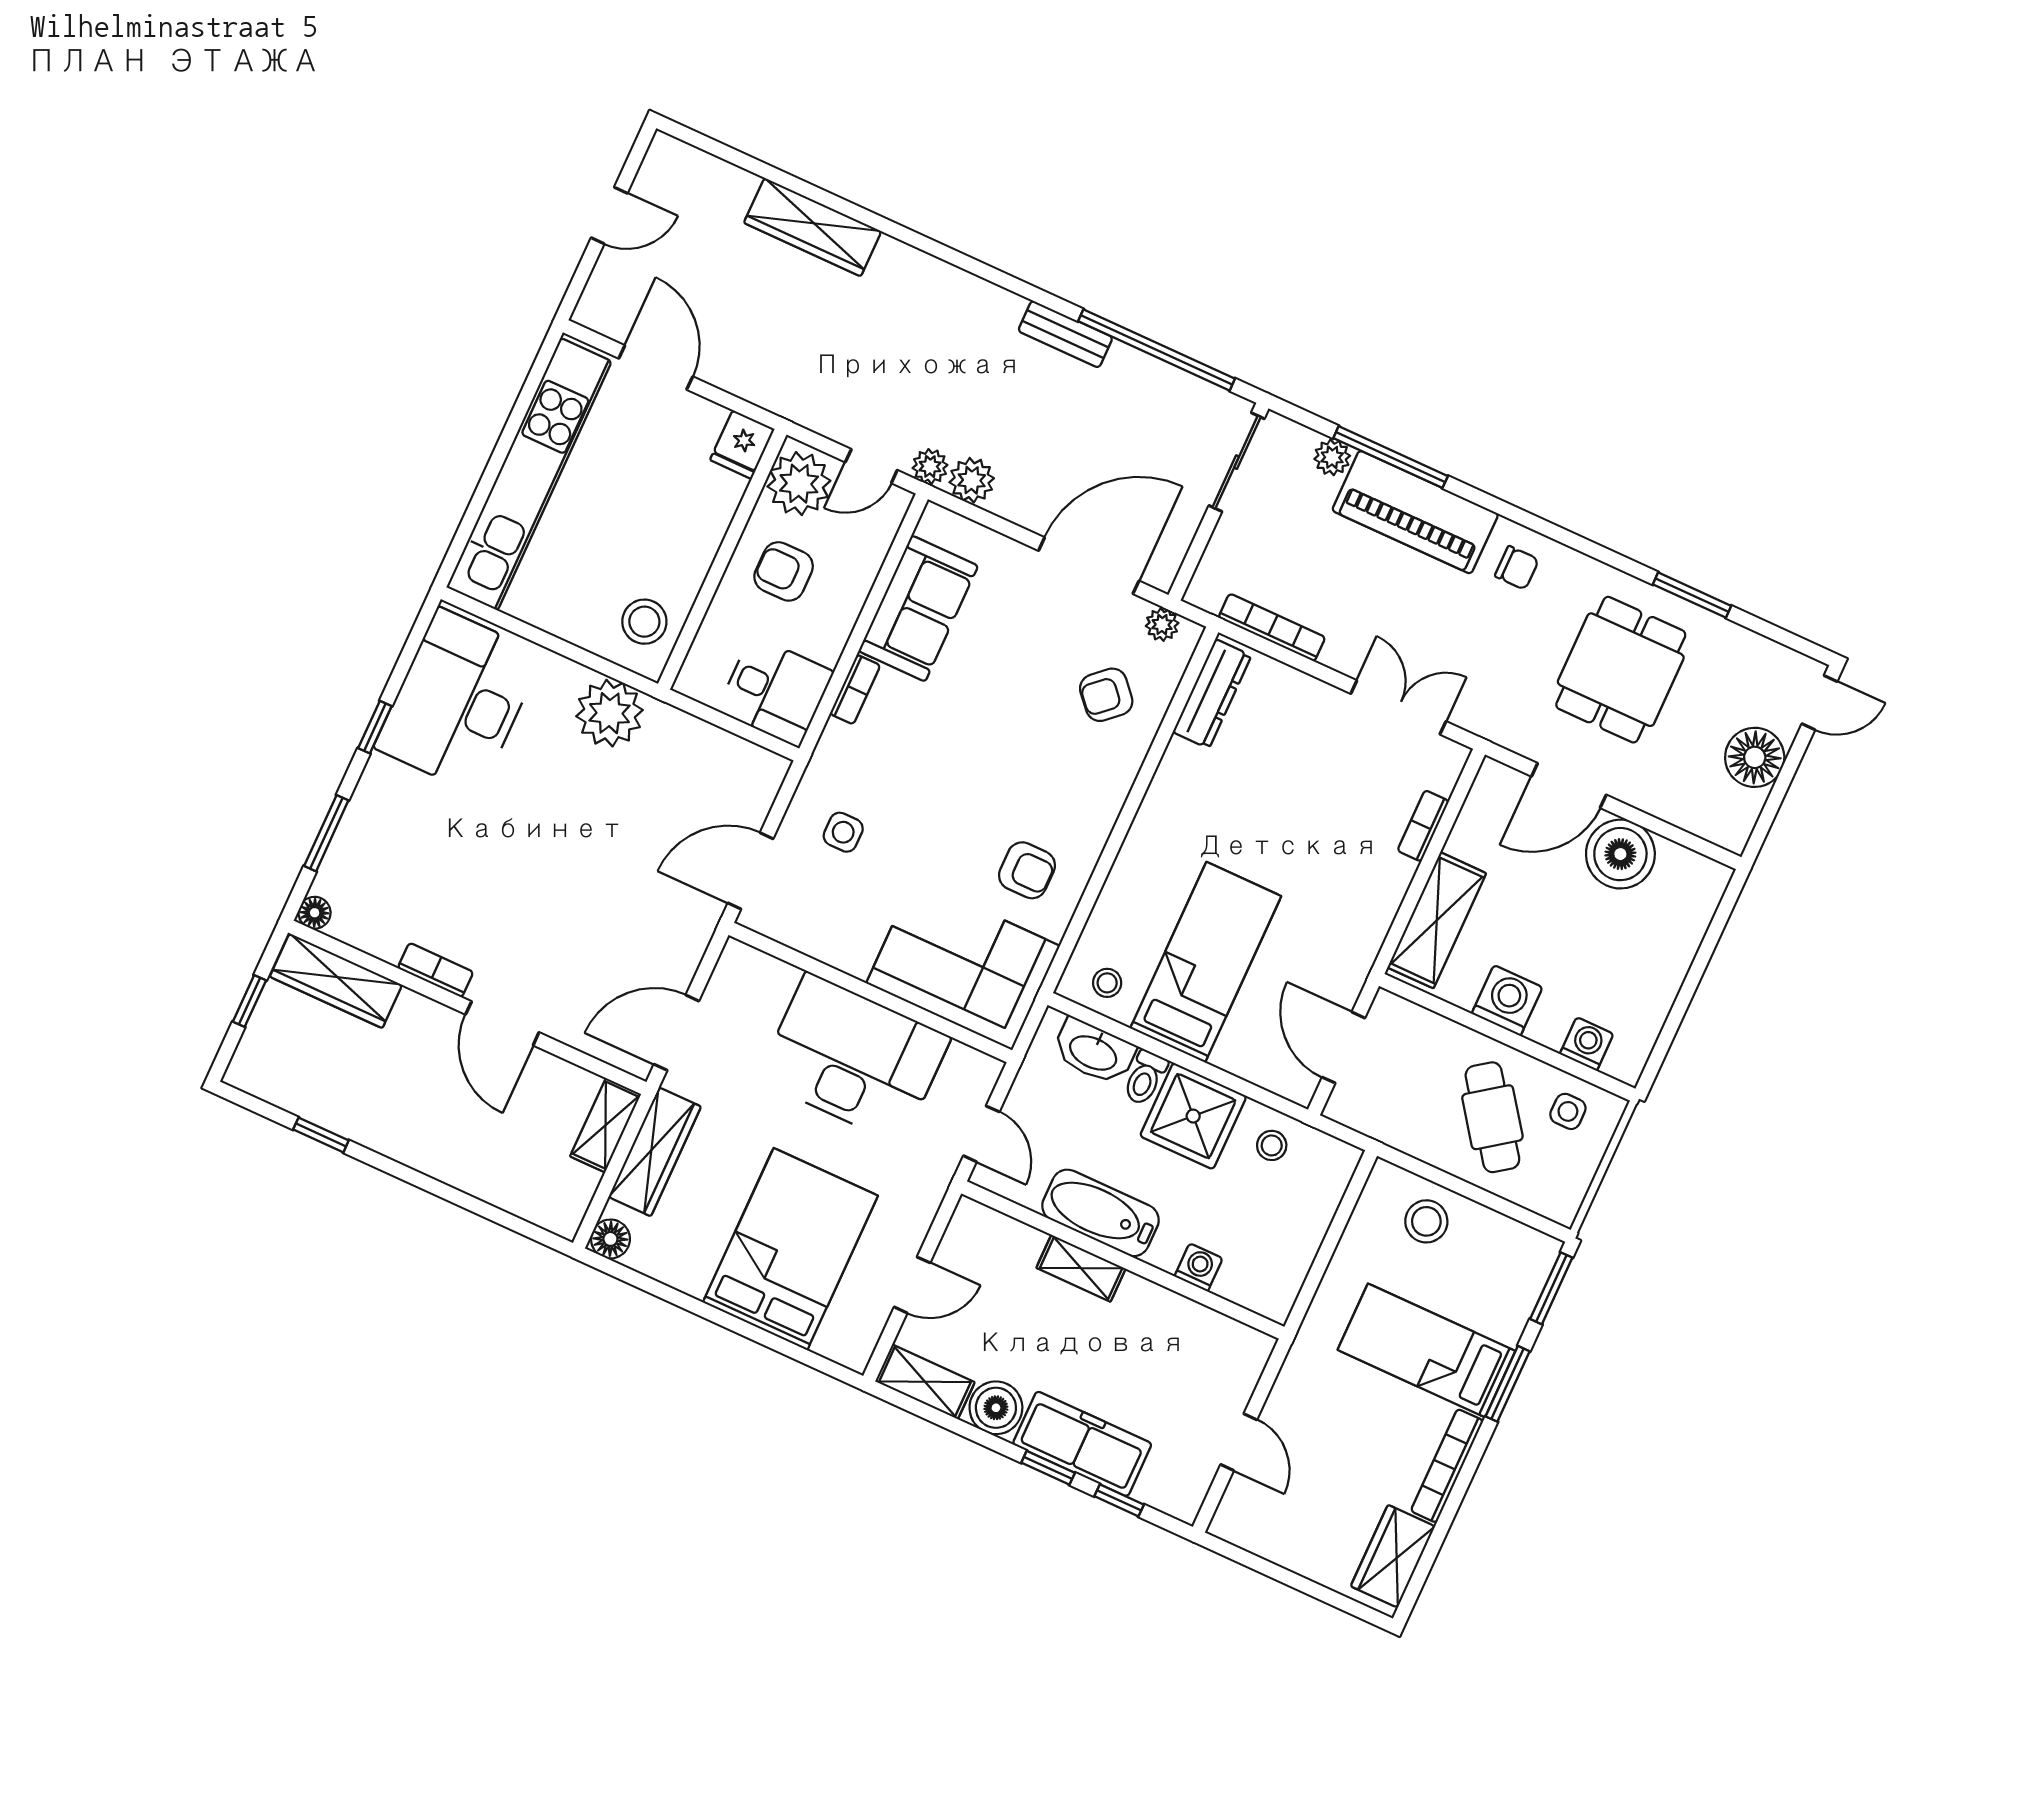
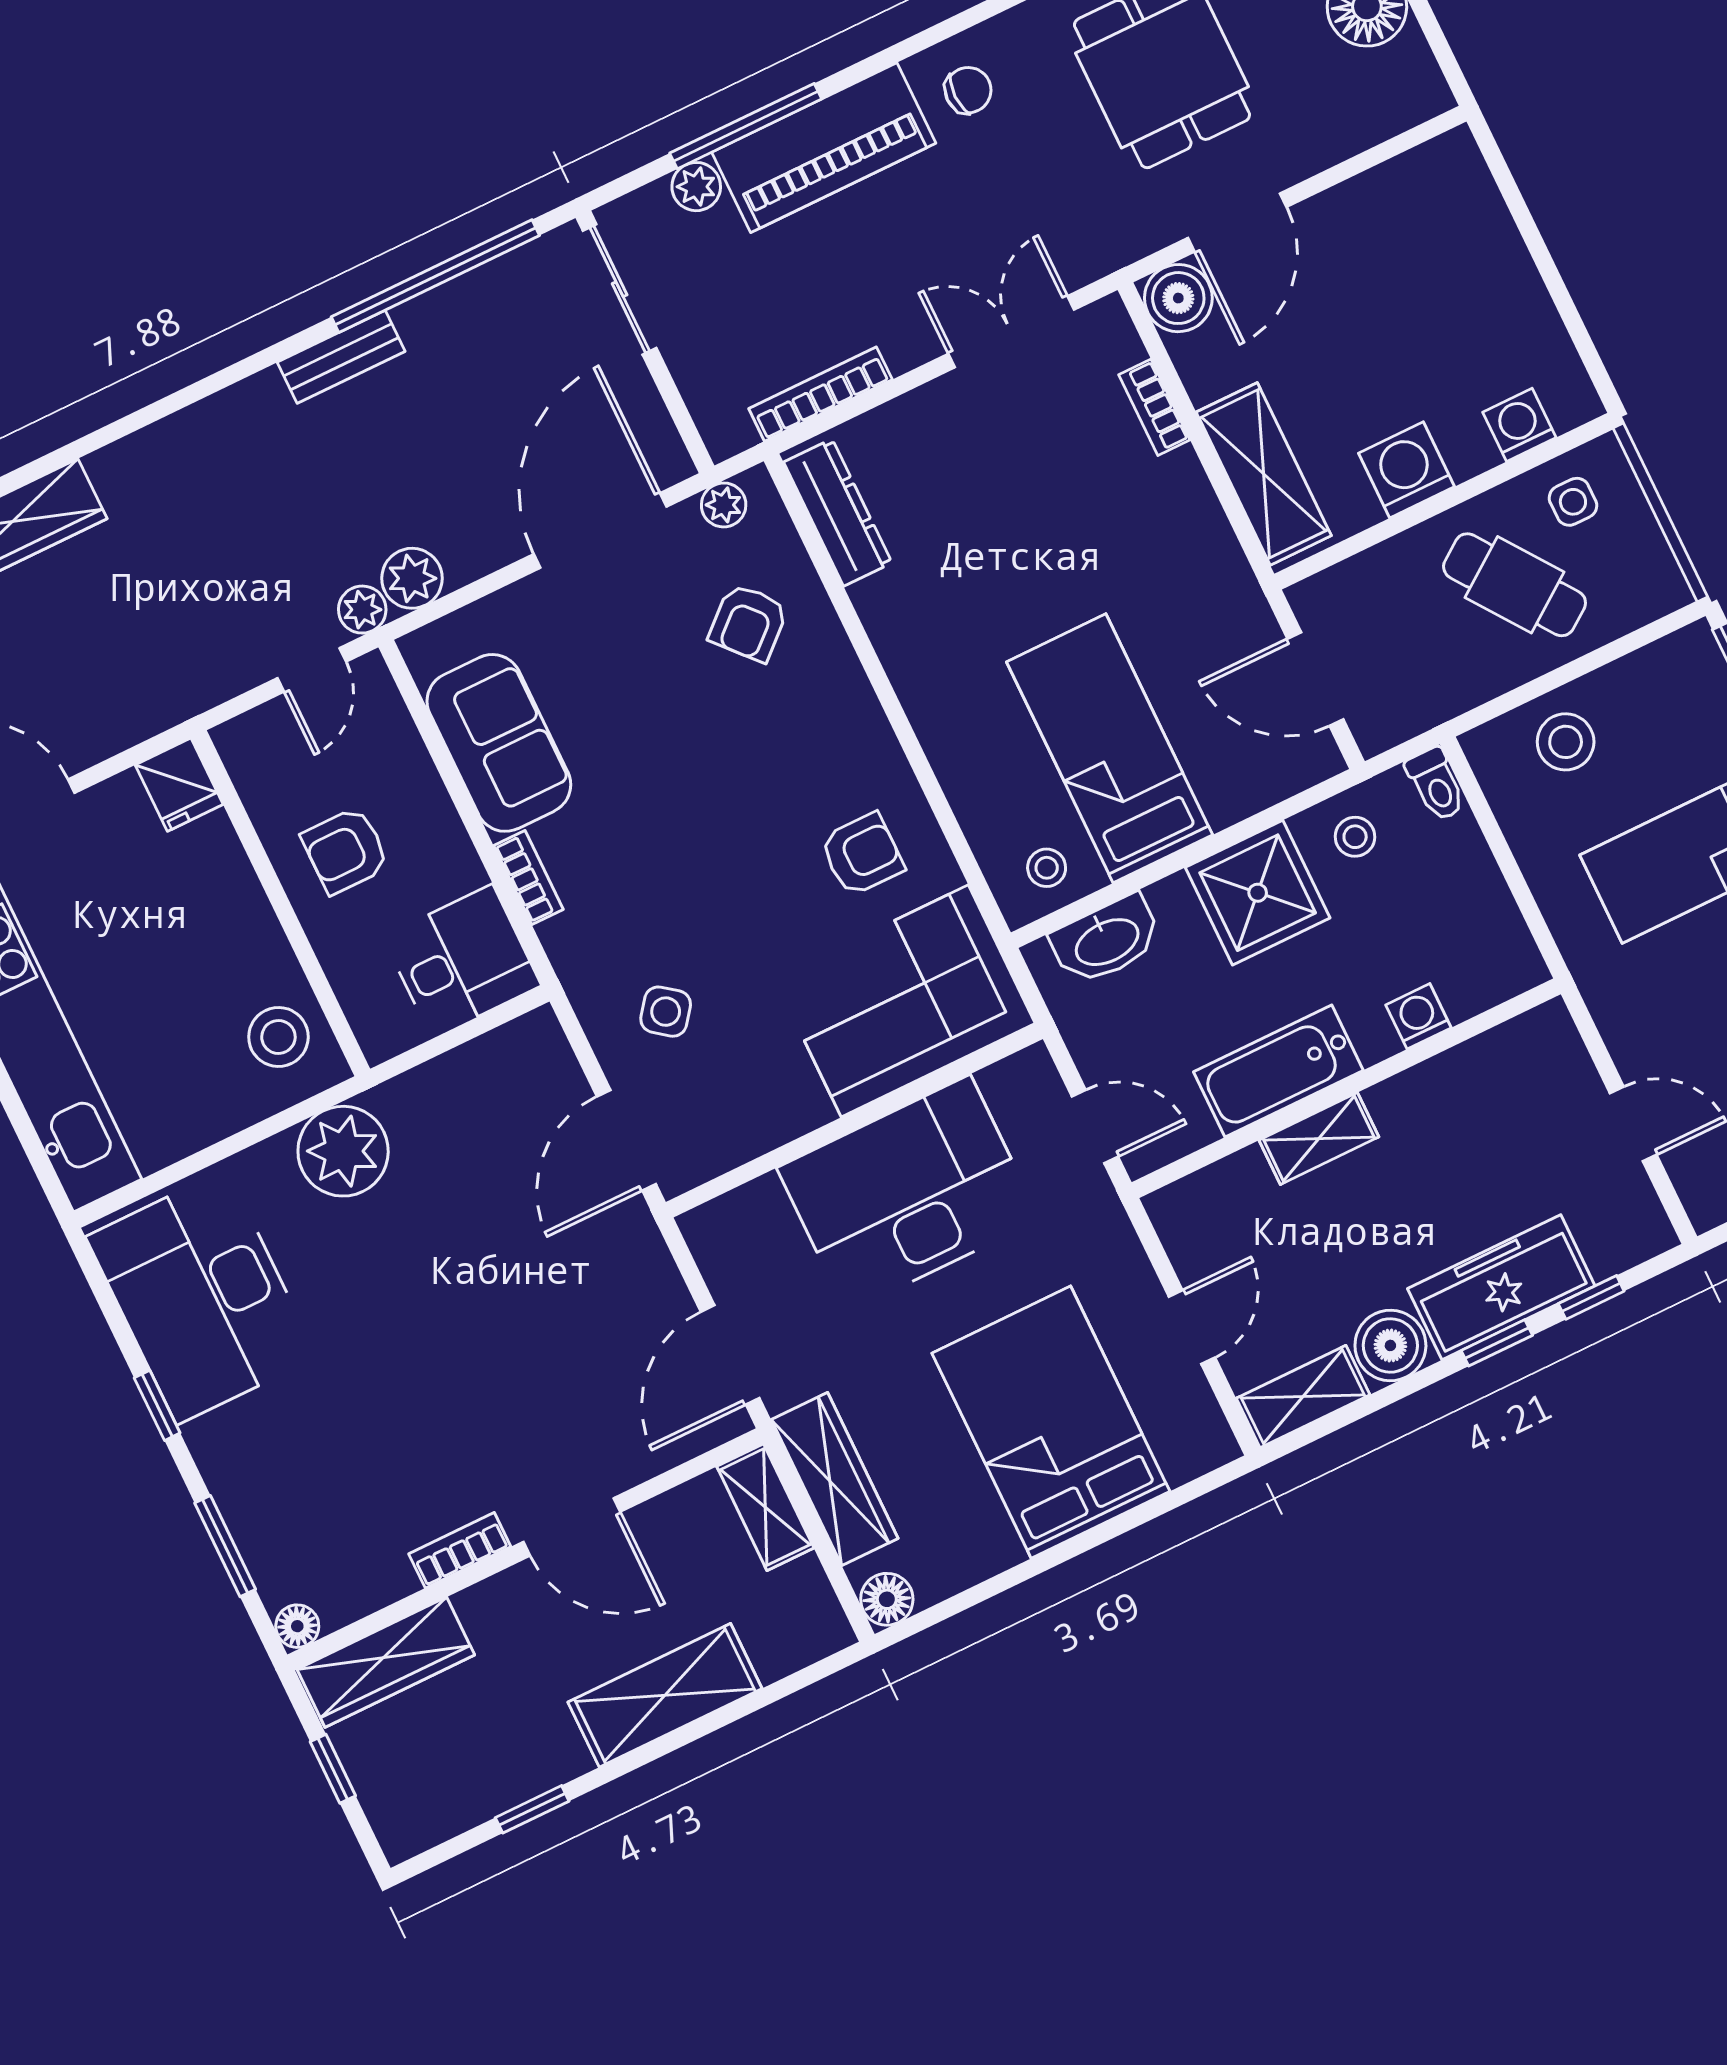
plant: (799, 484) -> (268, 759), removed
side table: (843, 832) -> (666, 1012), turned 37
boiler: (1620, 854) -> (1178, 298), moved, width x0.73, depth x0.73
toilet: (1145, 1078) -> (1436, 784), moved
shelving: (450, 1157) -> (665, 1695), added

